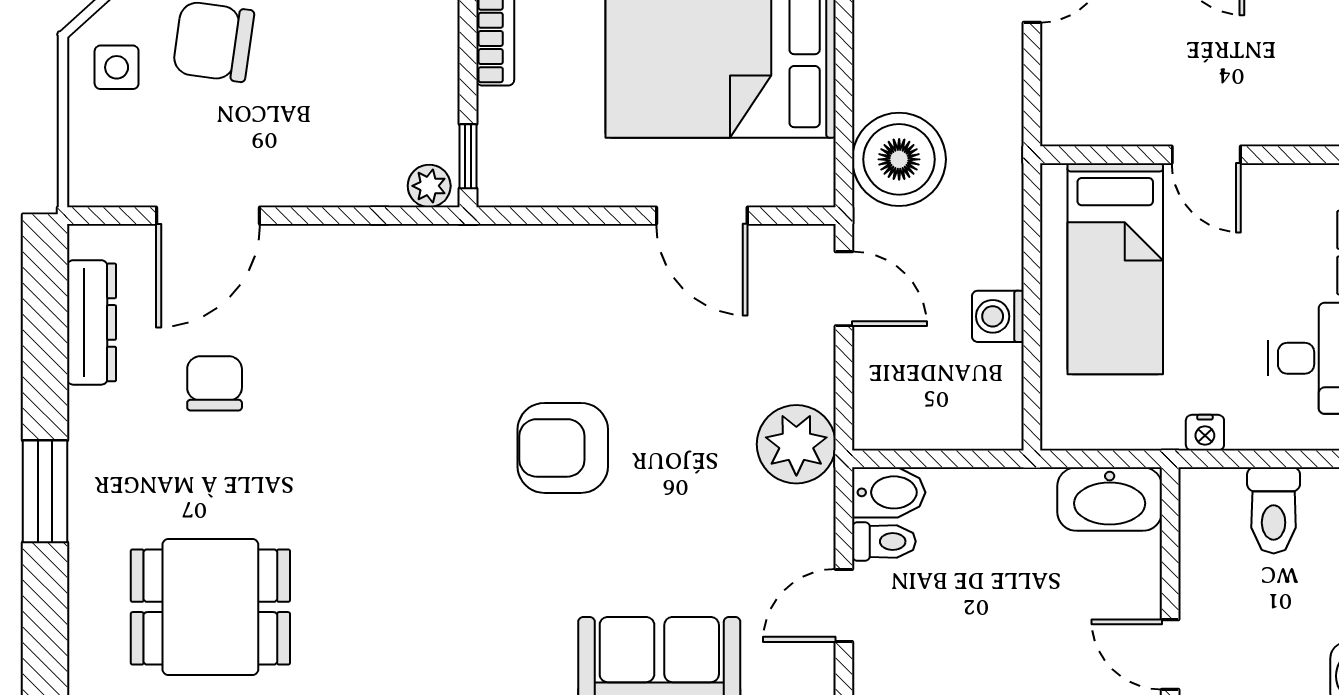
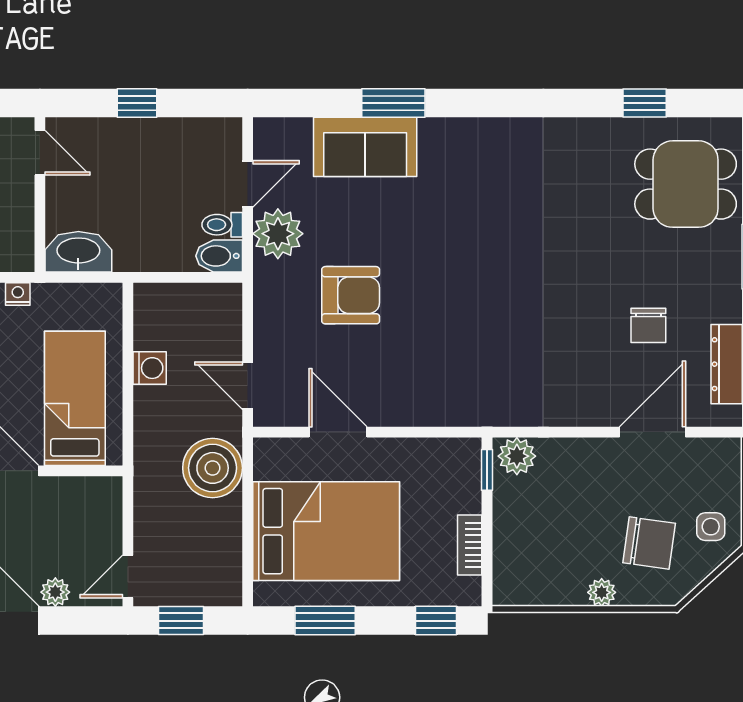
plant: (429, 186) -> (517, 456), width x1.38, depth x1.38
plant: (796, 444) -> (278, 234), moved
armchair: (563, 448) -> (351, 295), moved
dining table: (210, 607) -> (686, 184), moved

